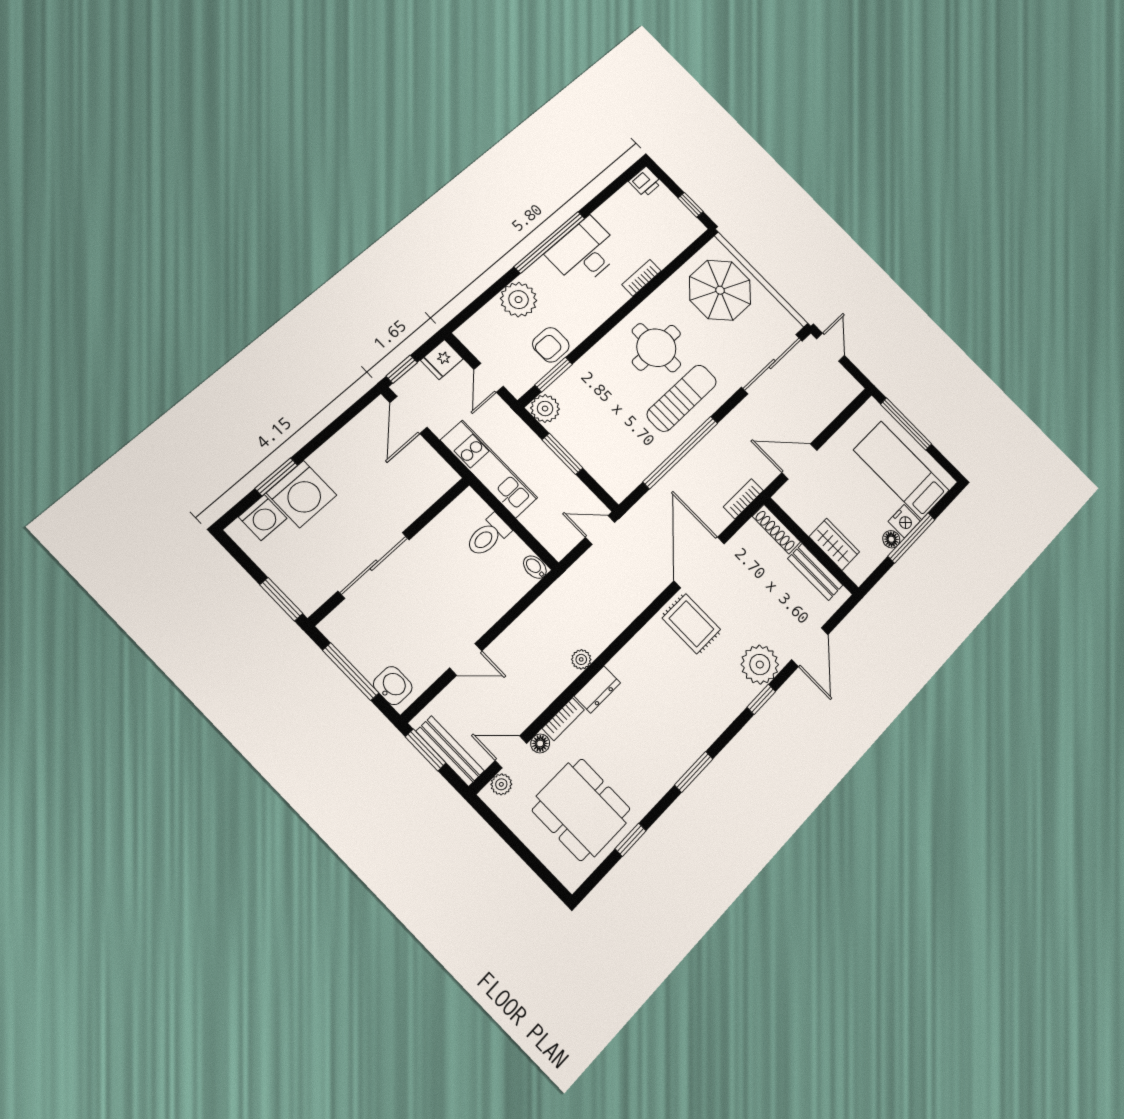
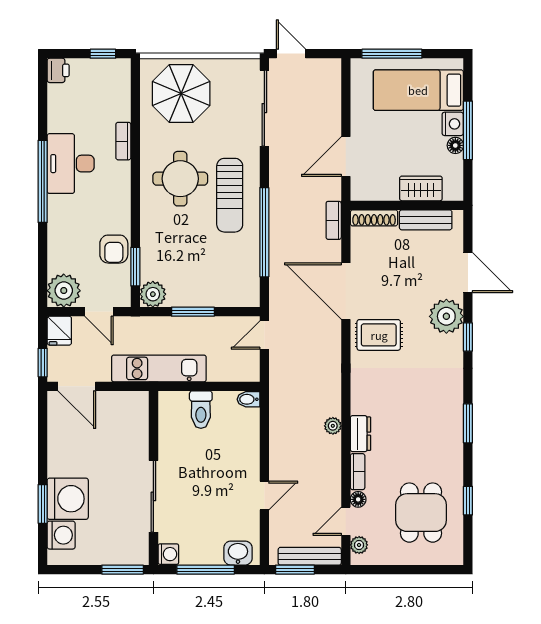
plant: (519, 300) -> (64, 291), moved
sun lounger: (682, 398) -> (230, 195), turned 180
washing machine: (334, 626) -> (168, 554), added
dining table: (581, 810) -> (421, 513), width x0.73

